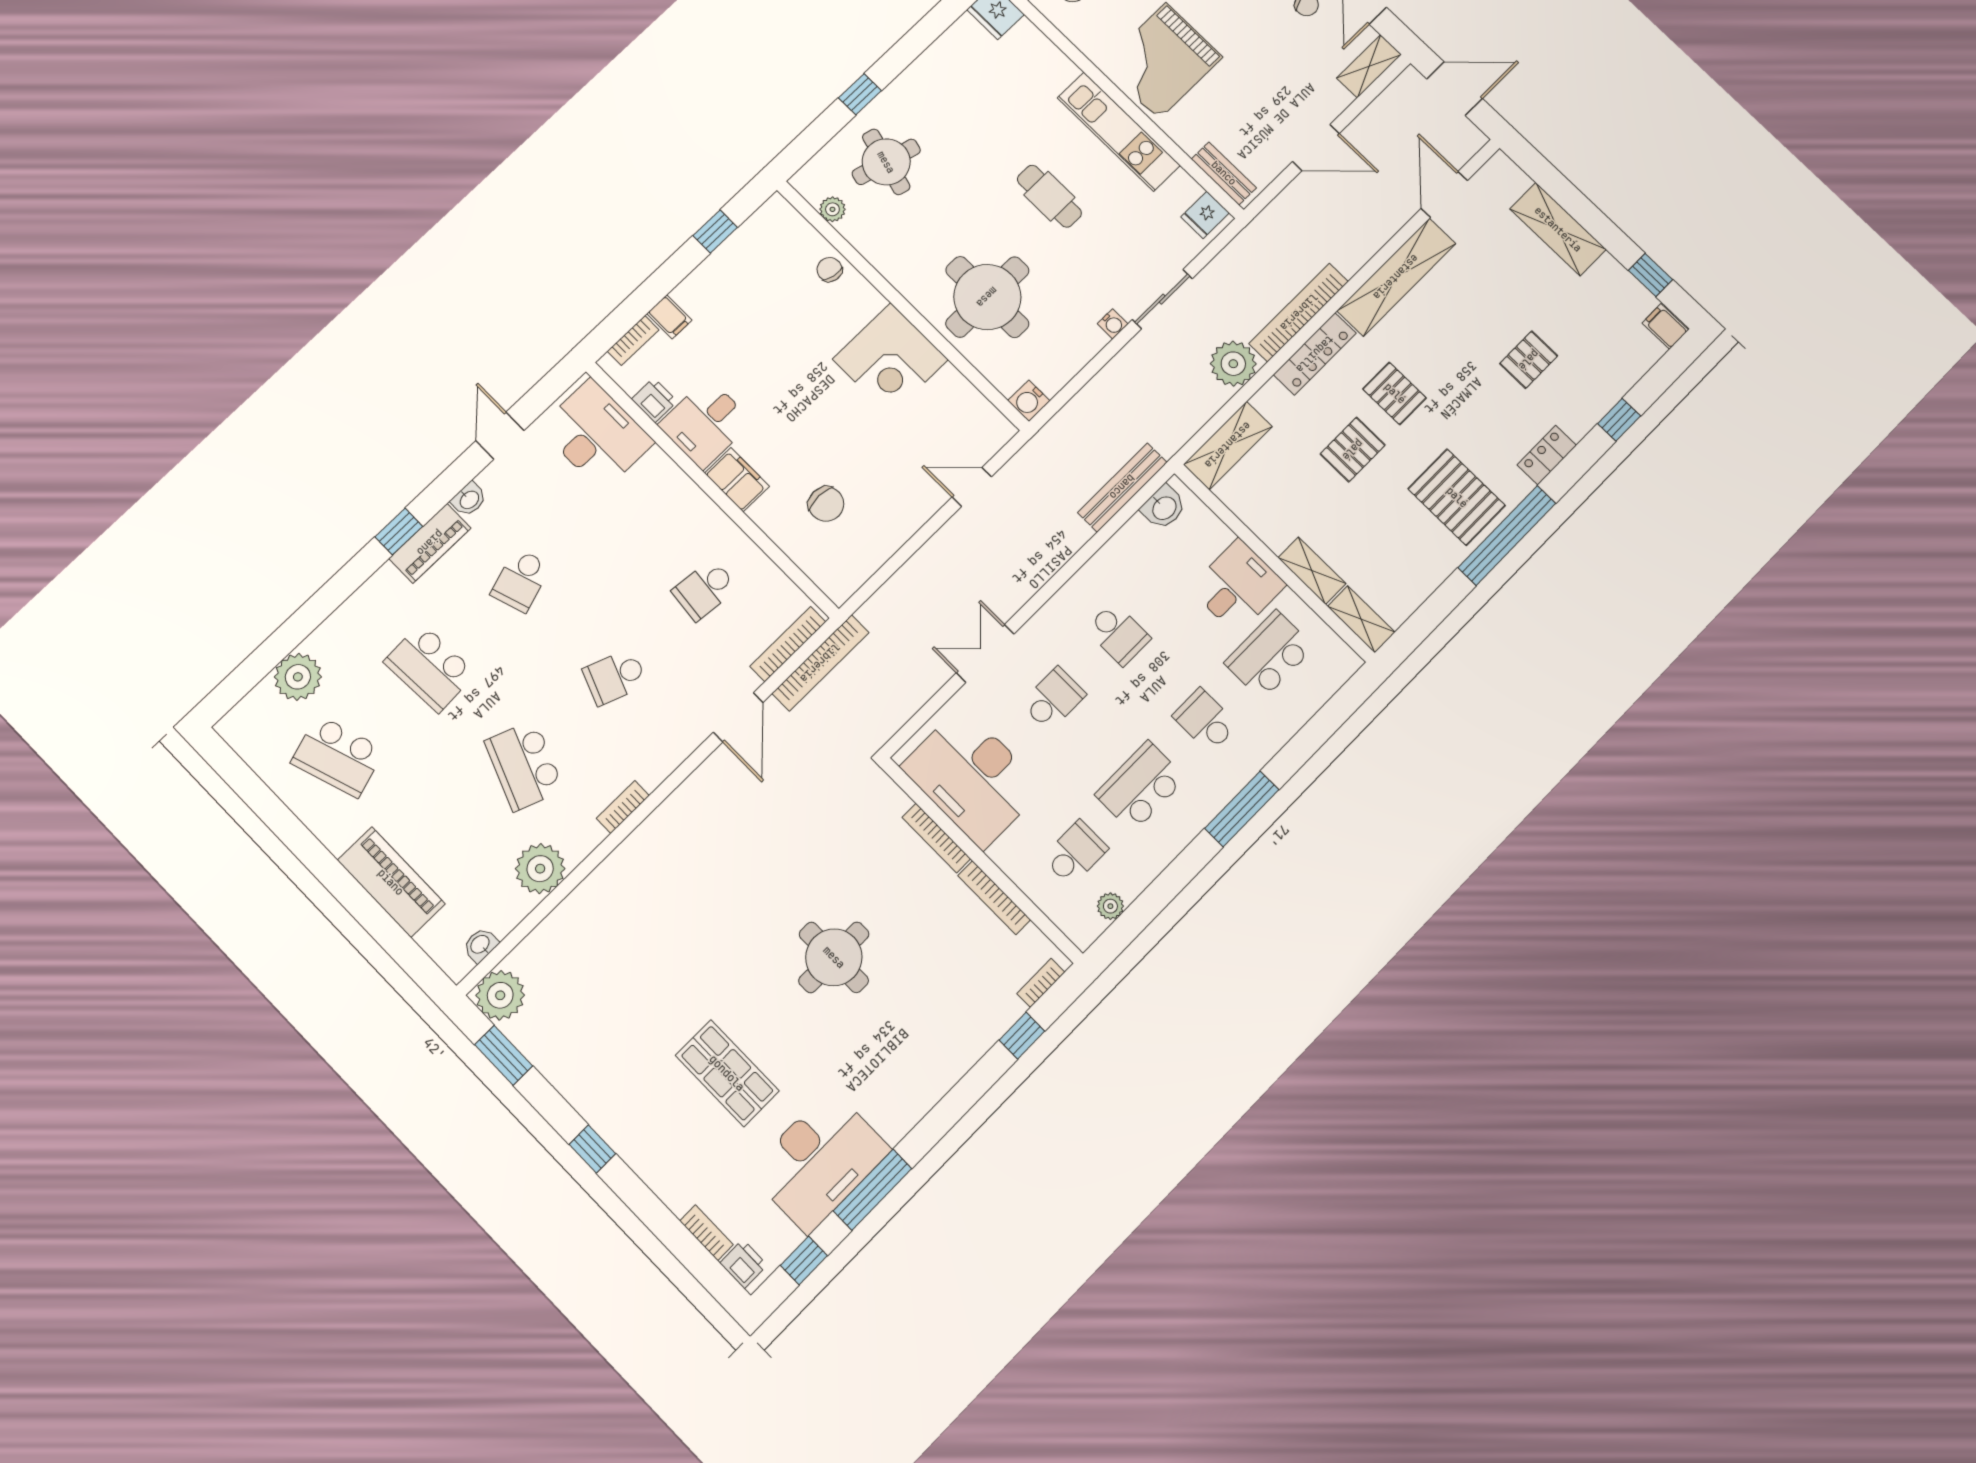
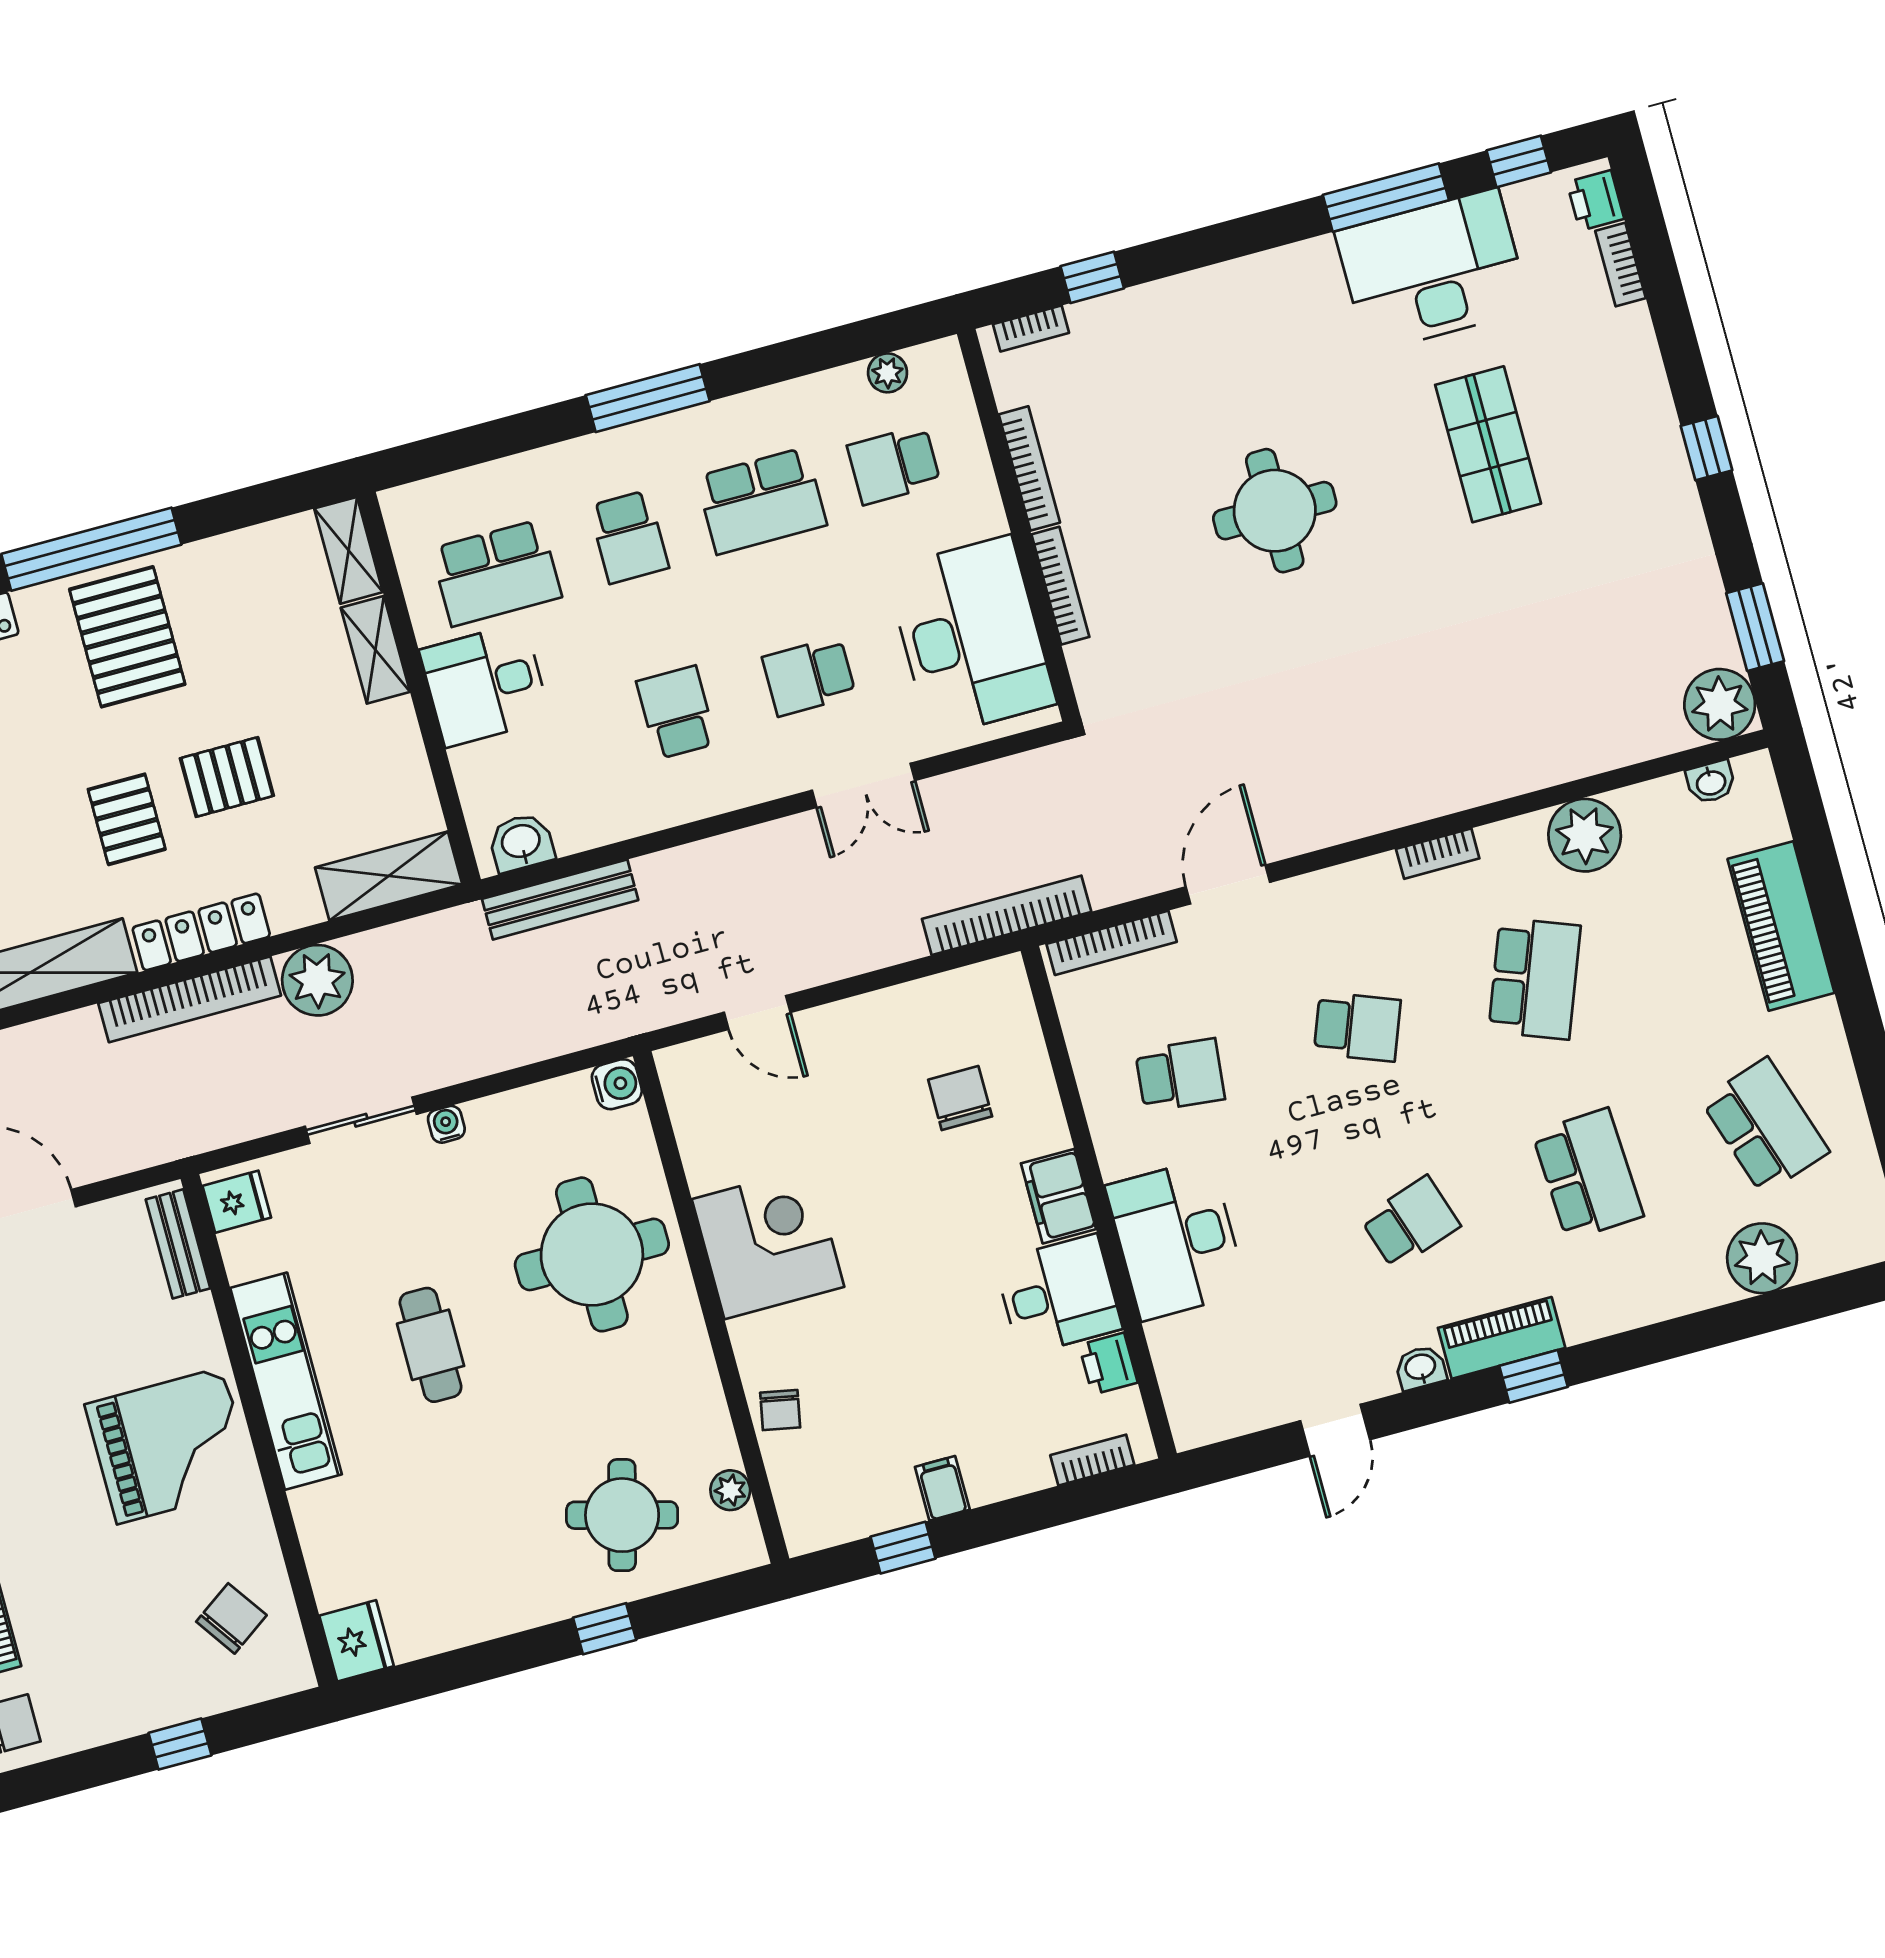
filing cabinet: (669, 317) -> (942, 1488), moved
desk: (596, 435) -> (1176, 1239), moved
bookcase: (820, 663) -> (1007, 915), moved

